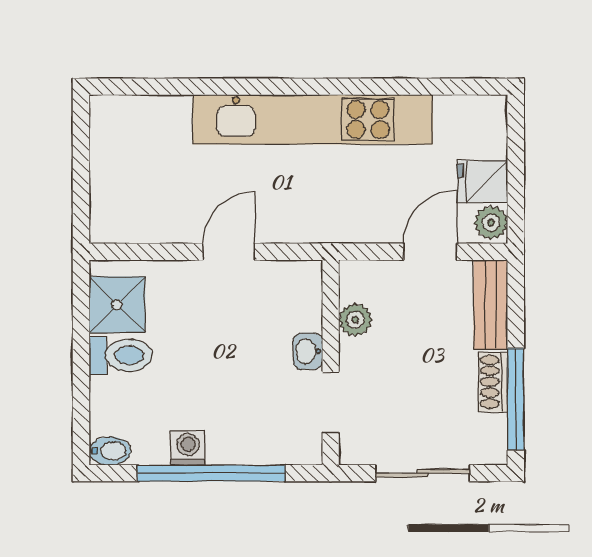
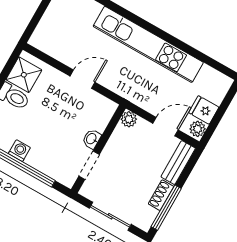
plant: (355, 320) -> (129, 119), moved

